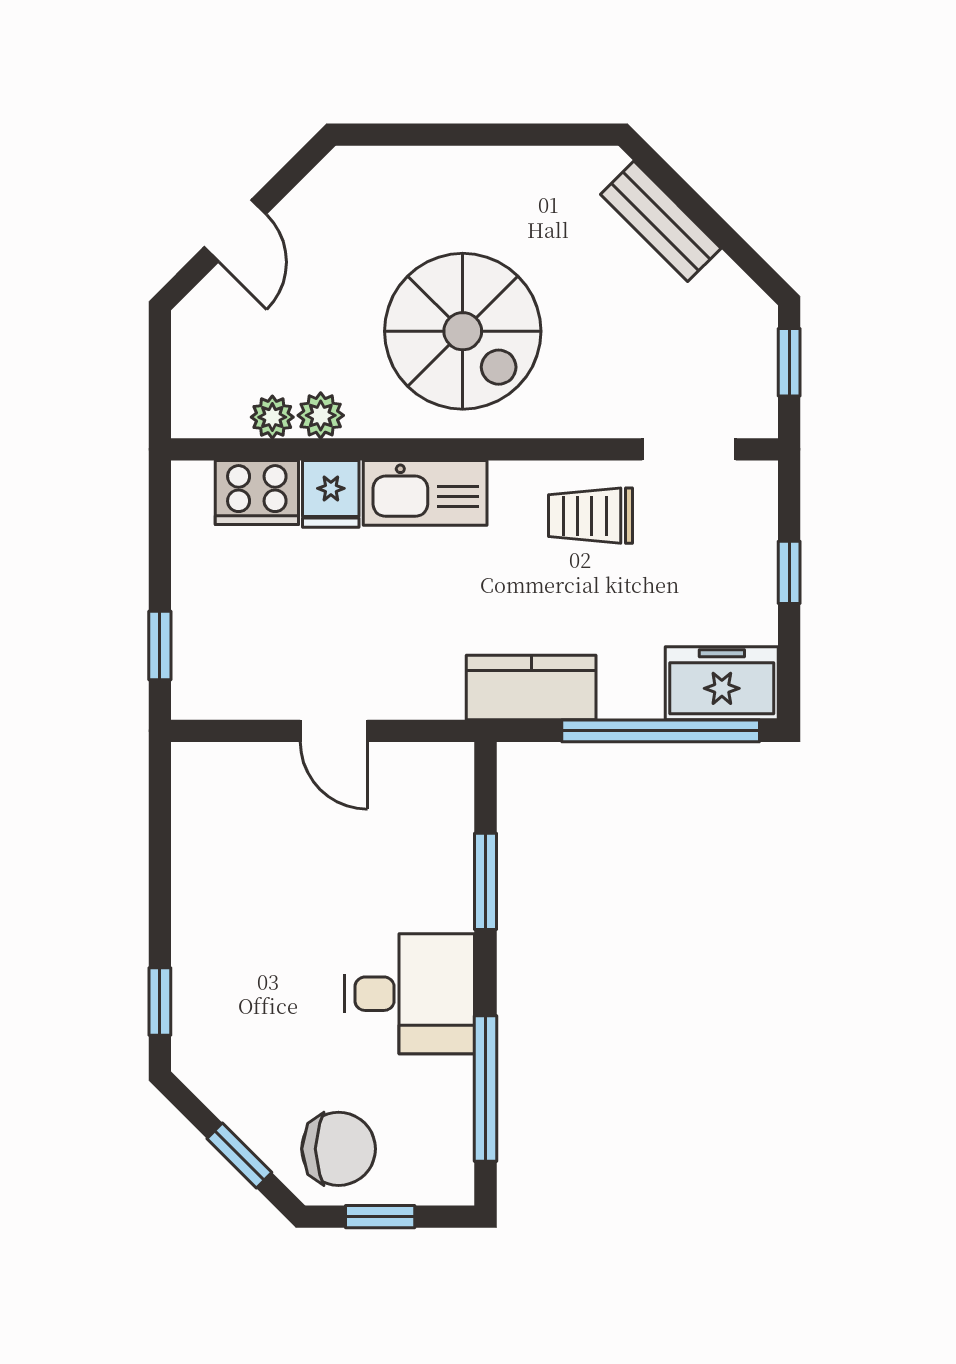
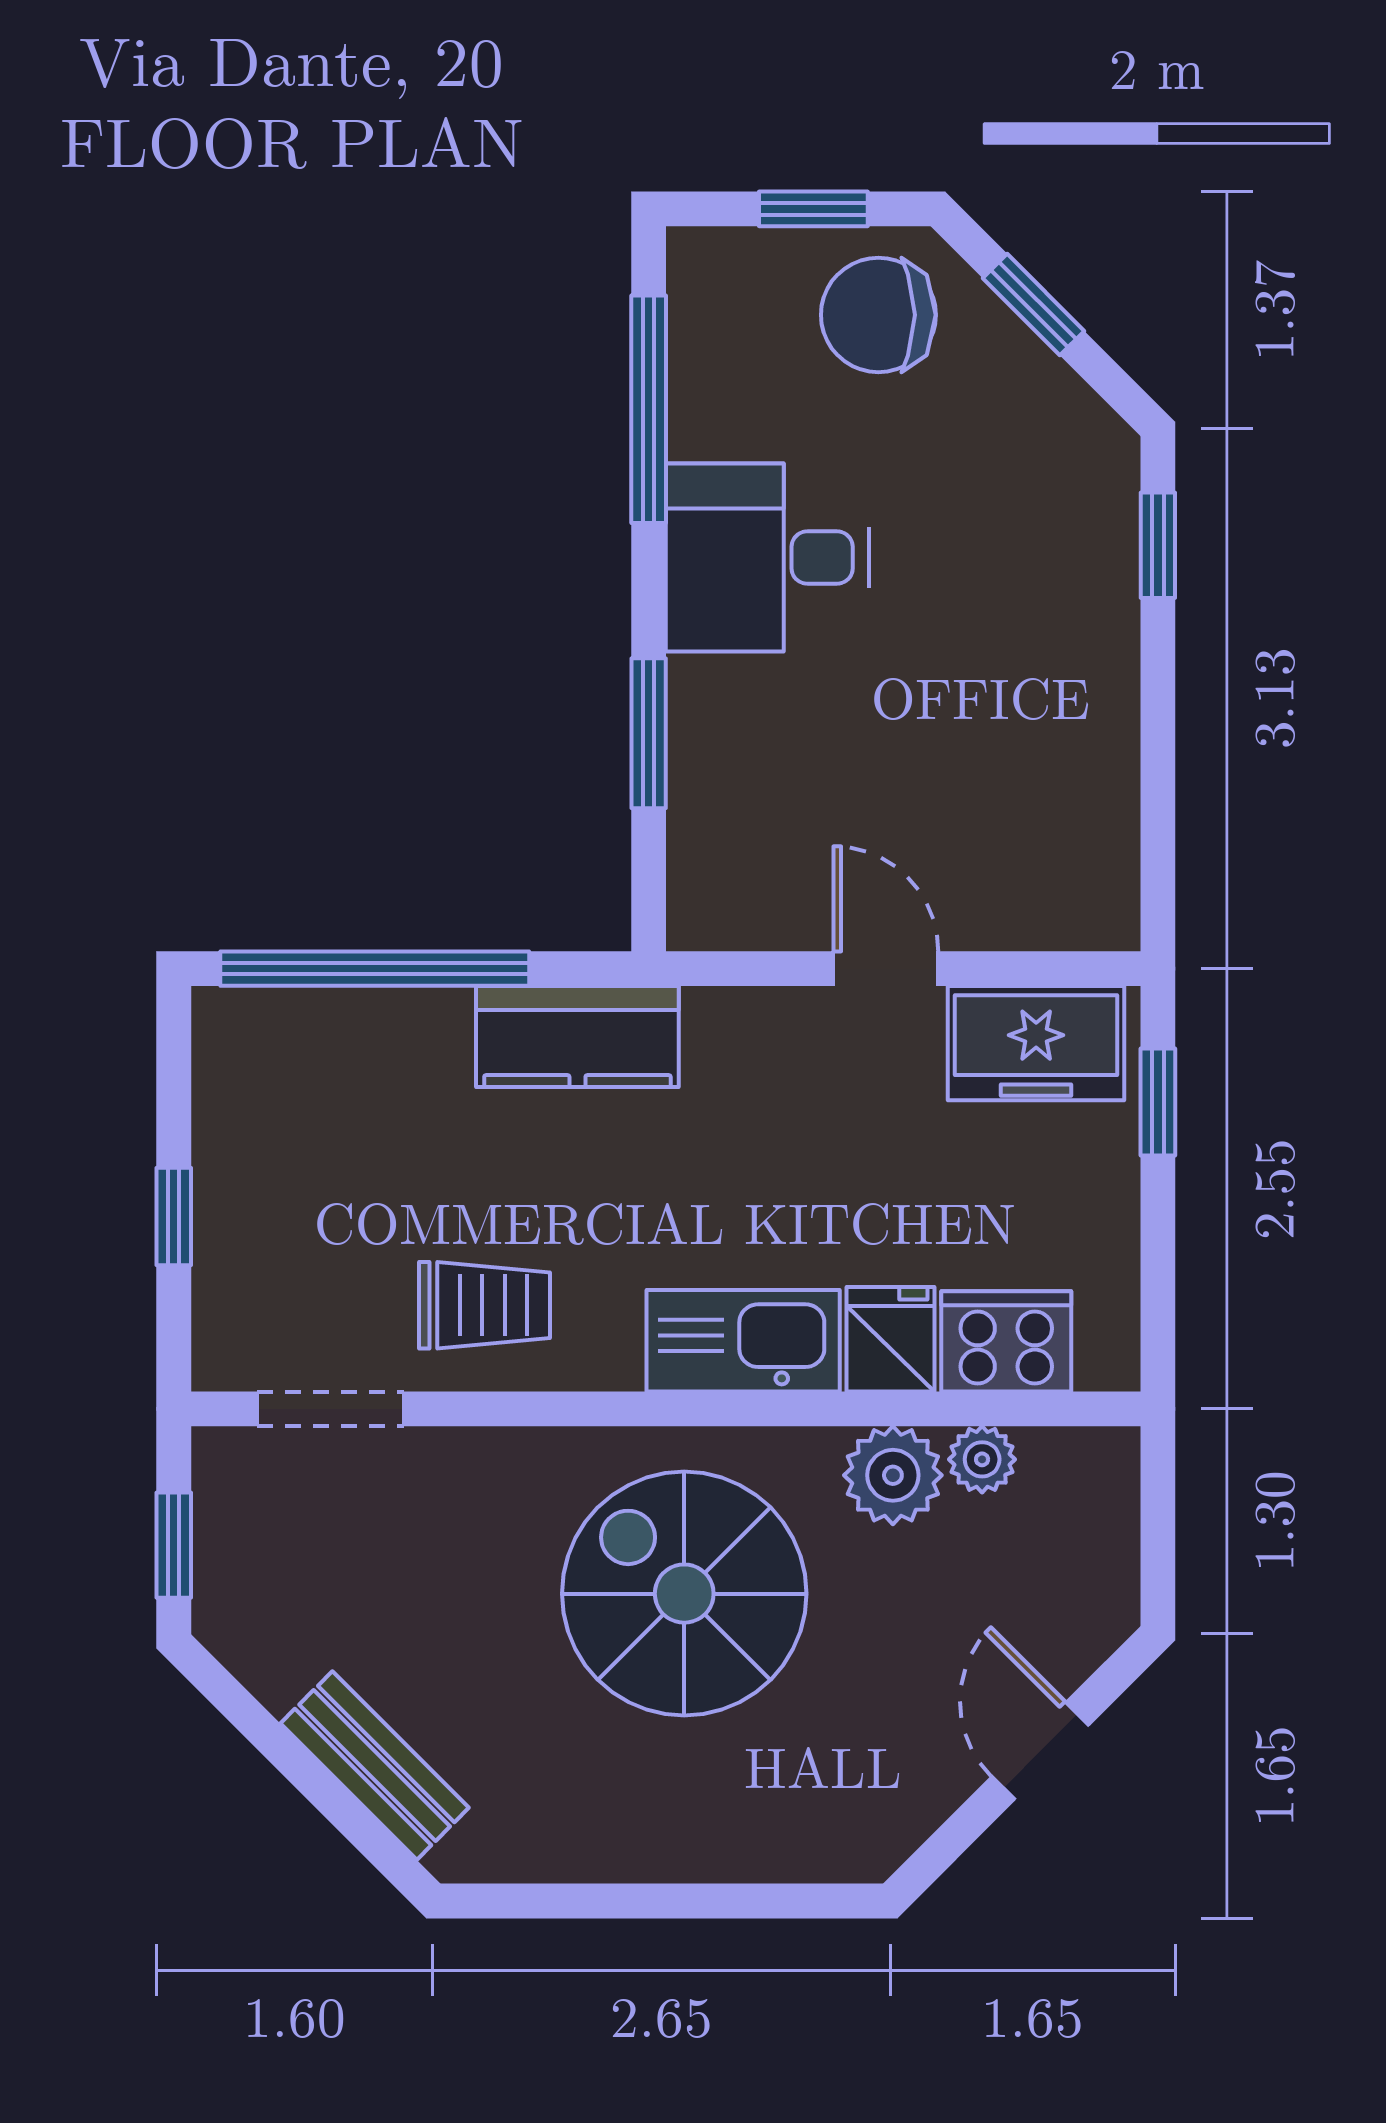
plant: (321, 415) -> (893, 1475), width x1.38, depth x1.38
freezer: (722, 683) -> (1036, 1043), moved

